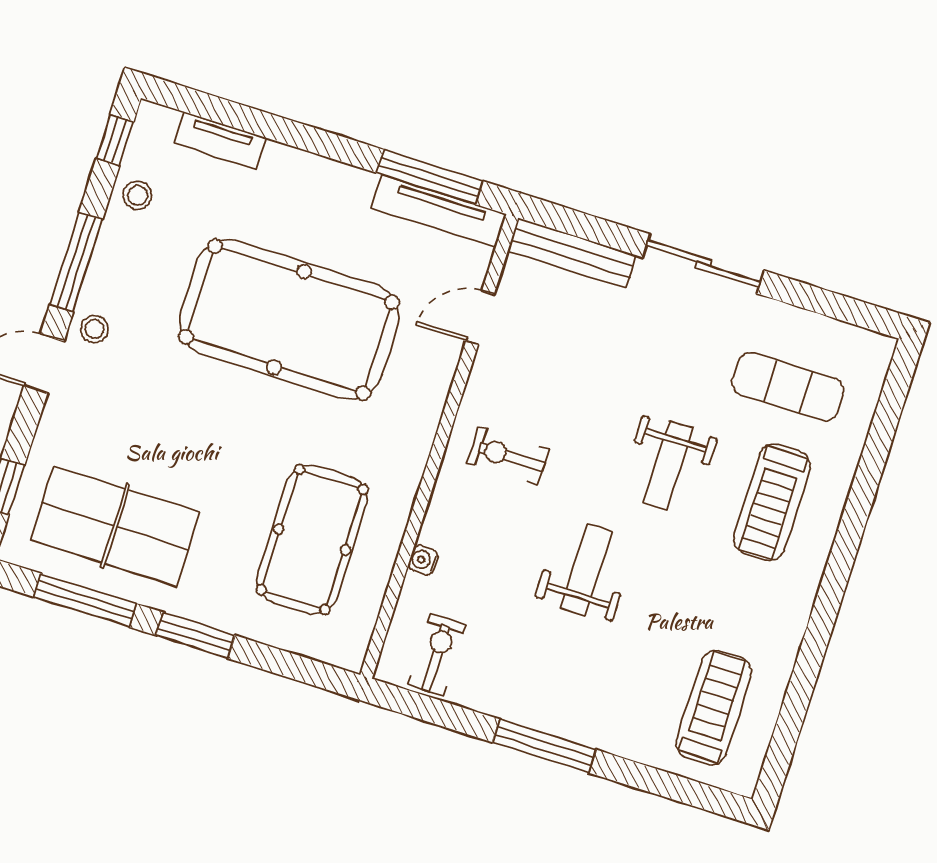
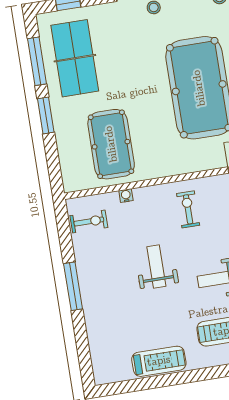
pool table: (312, 539) -> (111, 144), turned 90
weight bench: (586, 570) -> (156, 267), turned -90
treadmill: (714, 708) -> (159, 361), moved

